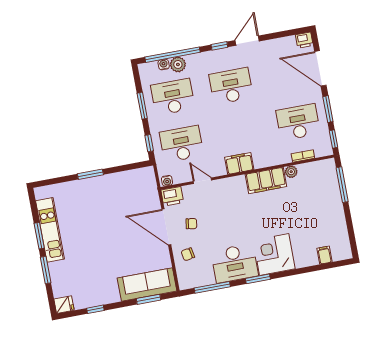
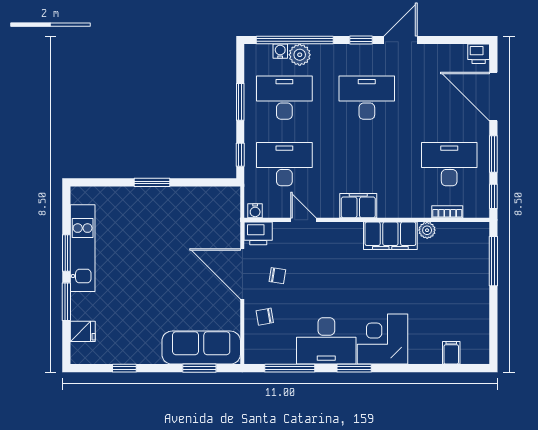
fridge: (64, 305) -> (83, 331), moved

